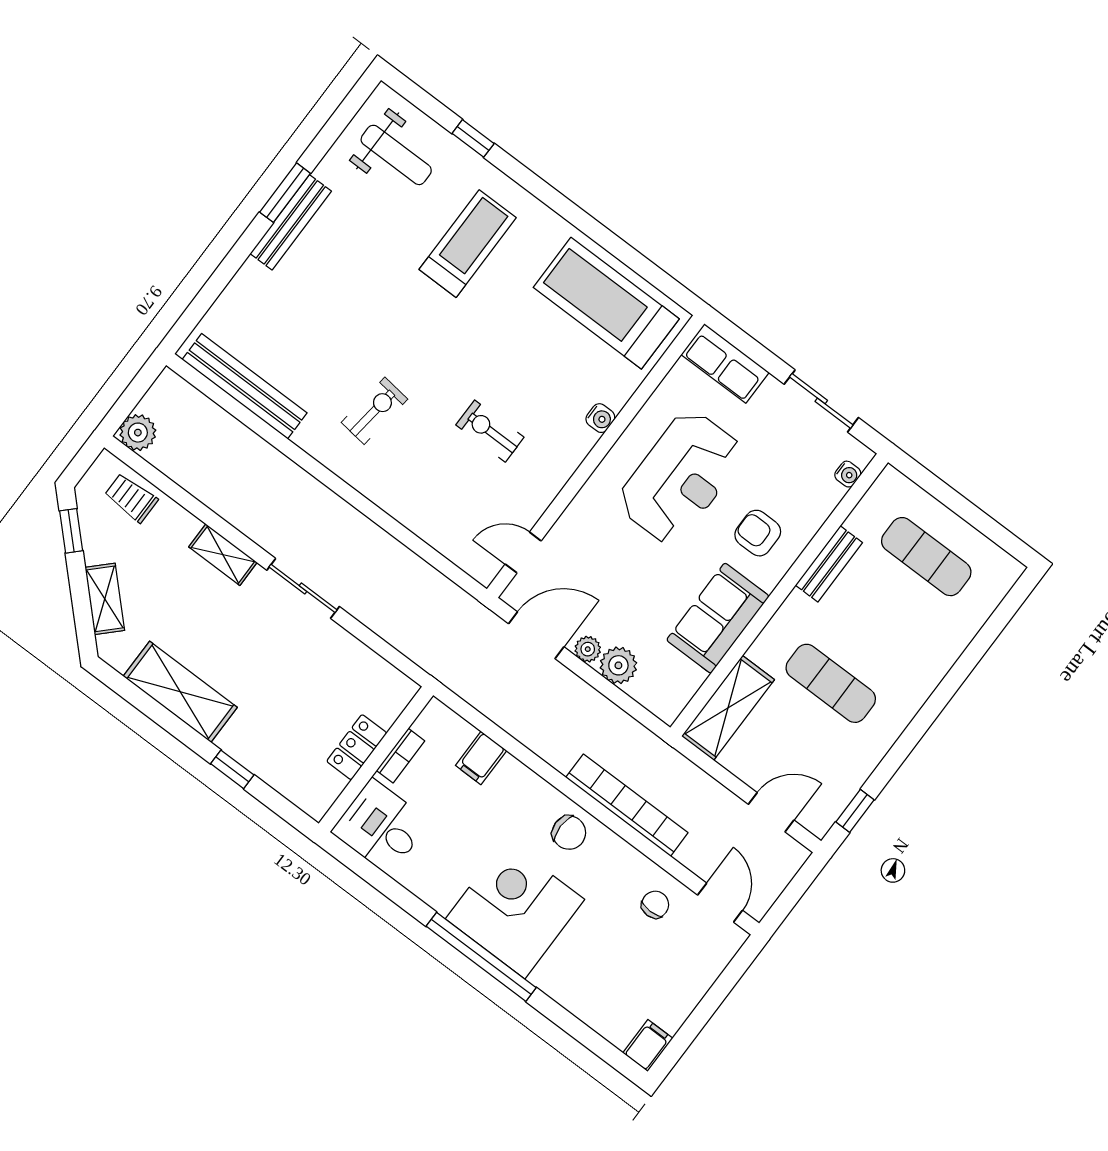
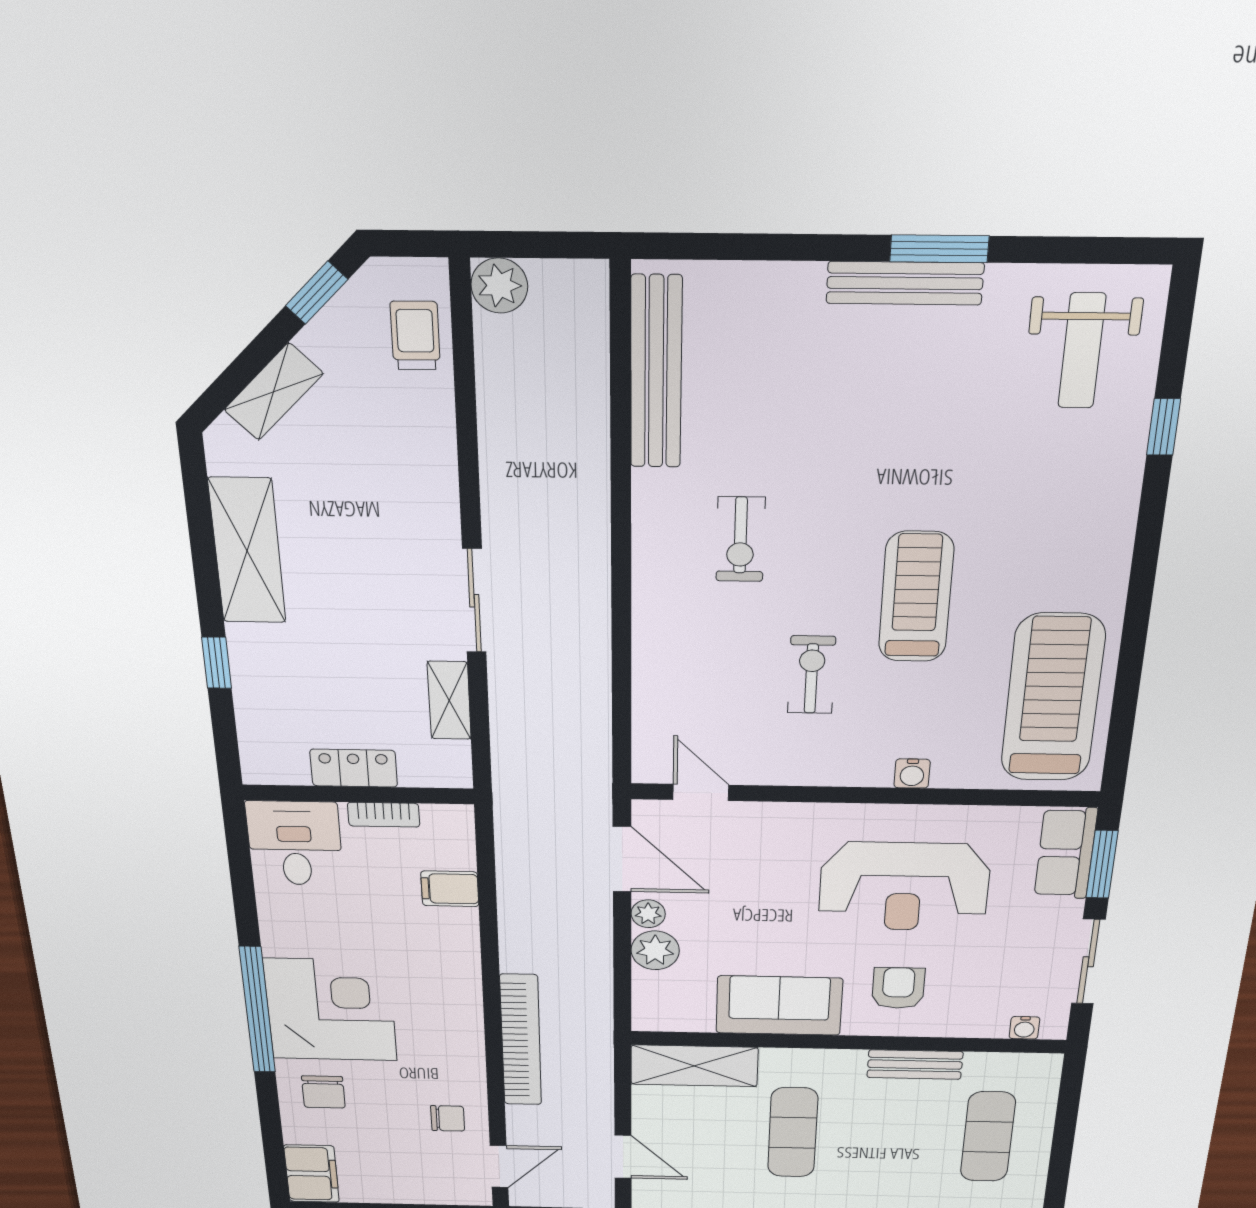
treadmill: (468, 244) -> (916, 597), moved, turned -90
window: (750, 347) -> (1102, 864), added
exercise bike: (375, 411) -> (740, 539), turned 83
shelving: (223, 555) -> (449, 700), moved
chair: (569, 833) -> (323, 1092), moved
filing cabinet: (648, 1046) -> (312, 1174), width x2.00

